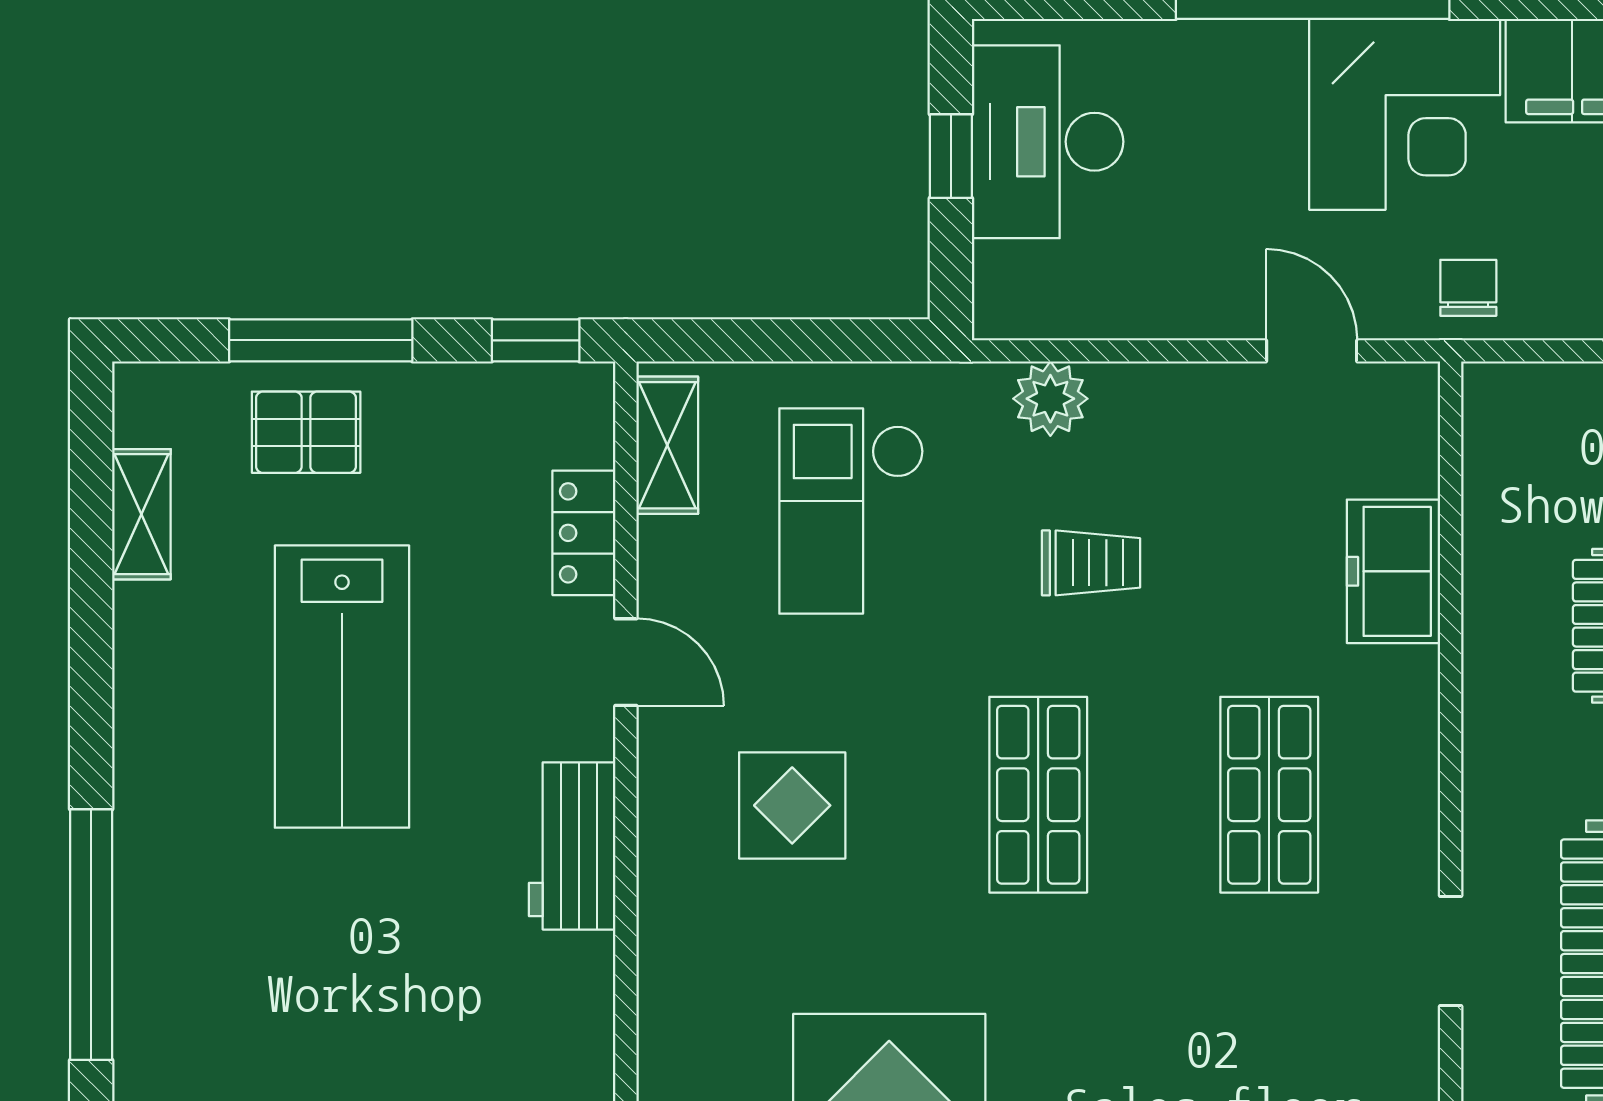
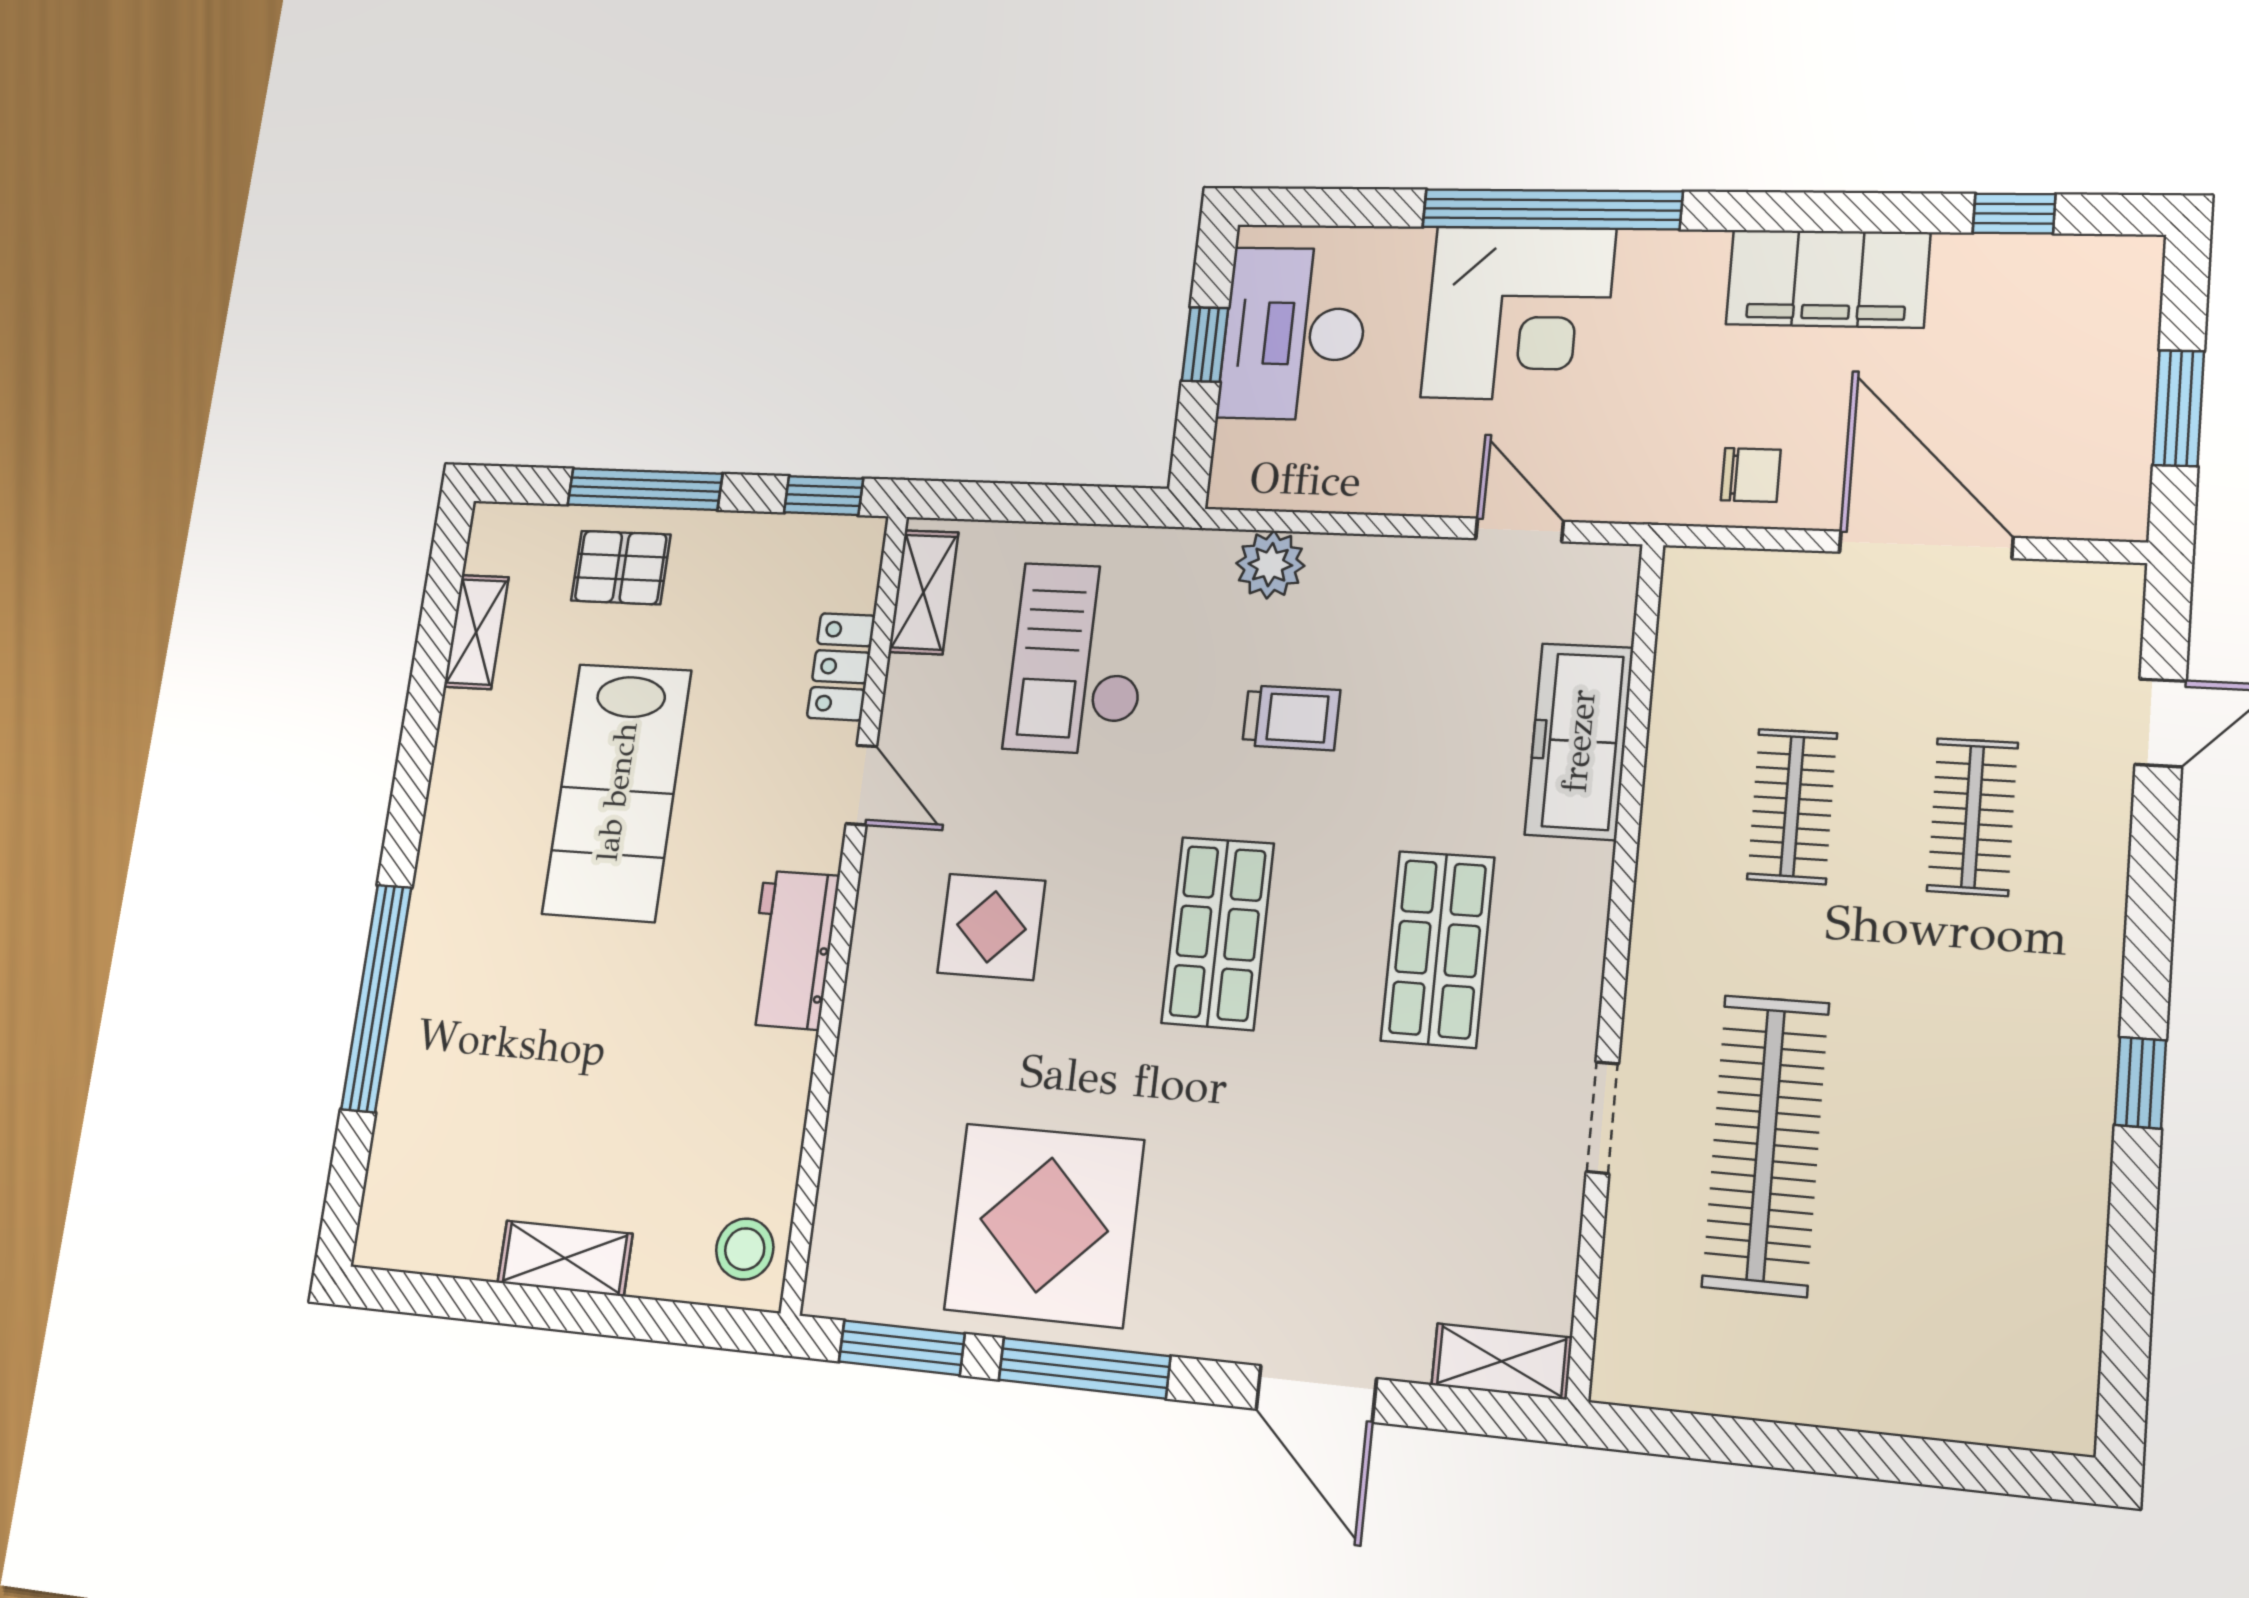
corner desk: (1405, 114) -> (1518, 313), moved
chair: (1468, 288) -> (1751, 475), moved, turned 90
freezer: (1393, 571) -> (1579, 741), width x1.40

